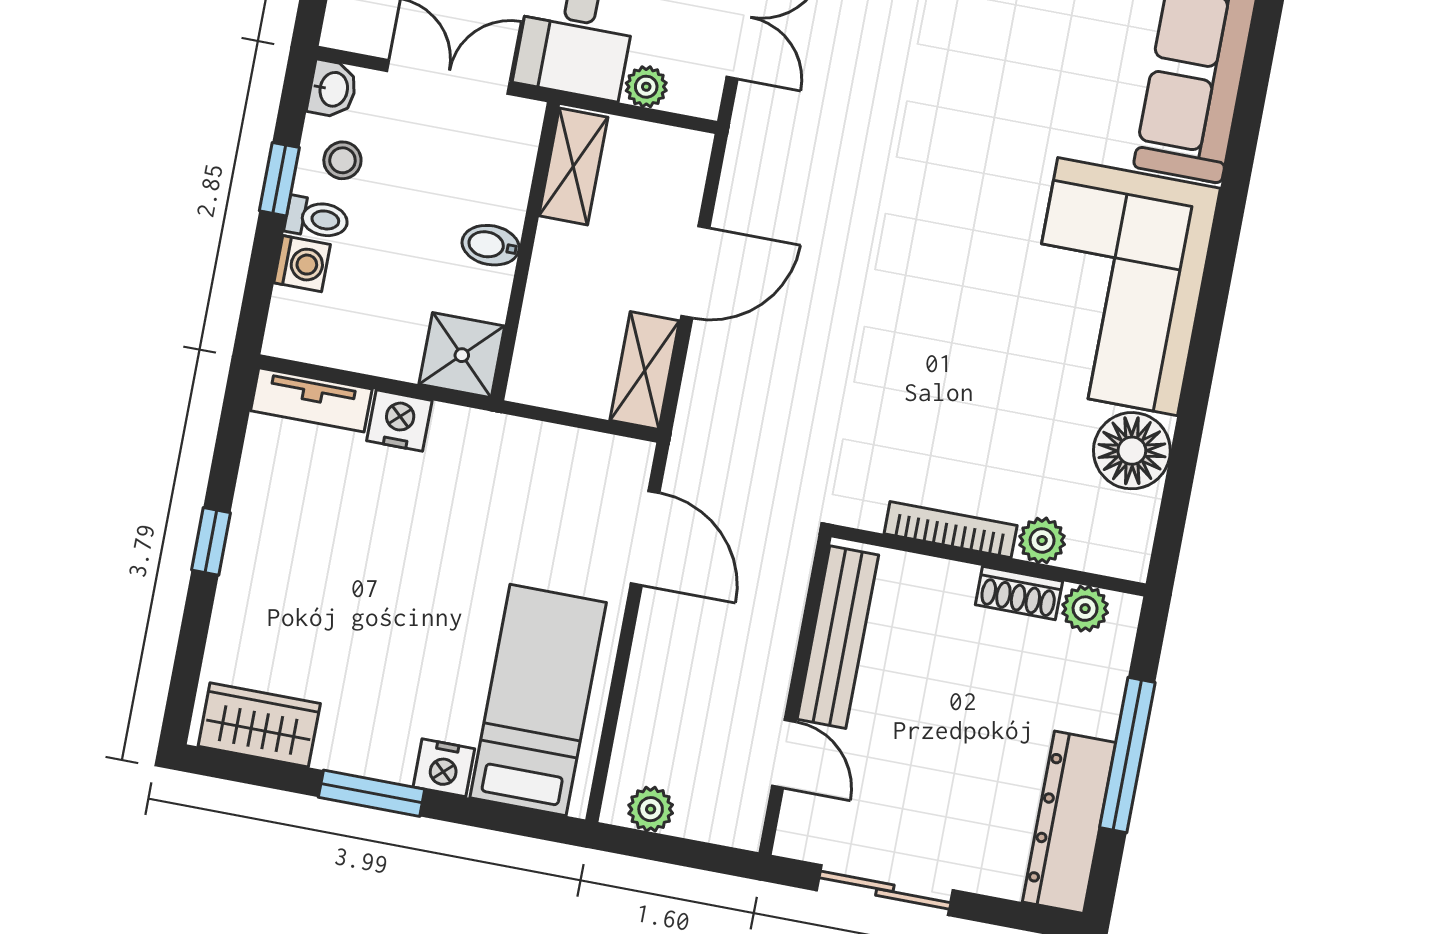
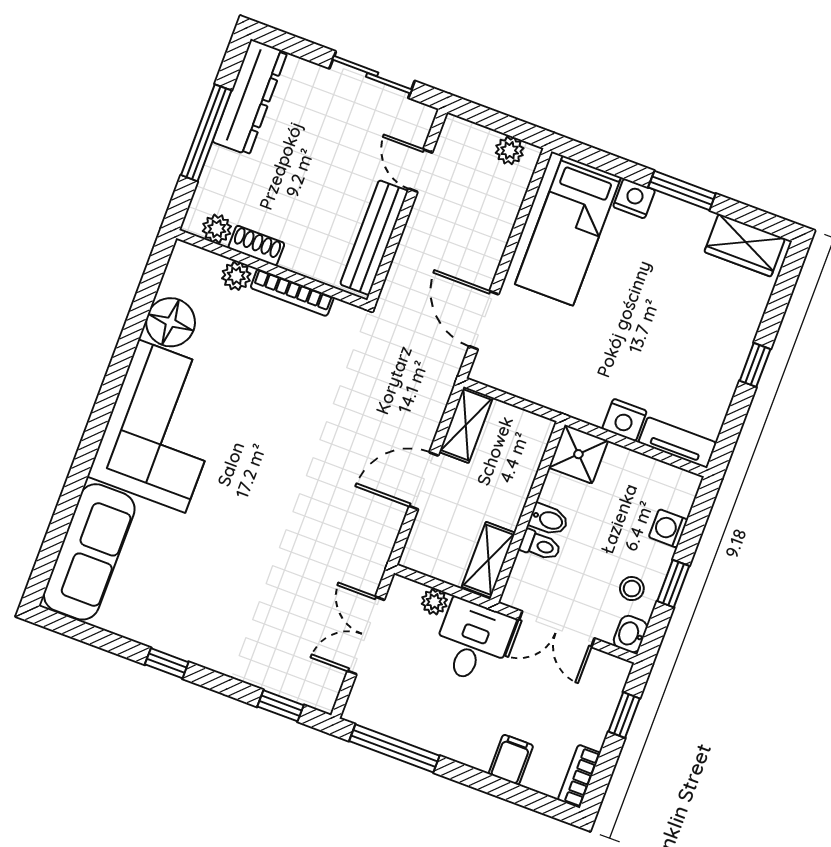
toilet: (317, 218) -> (540, 545), moved, turned 180

